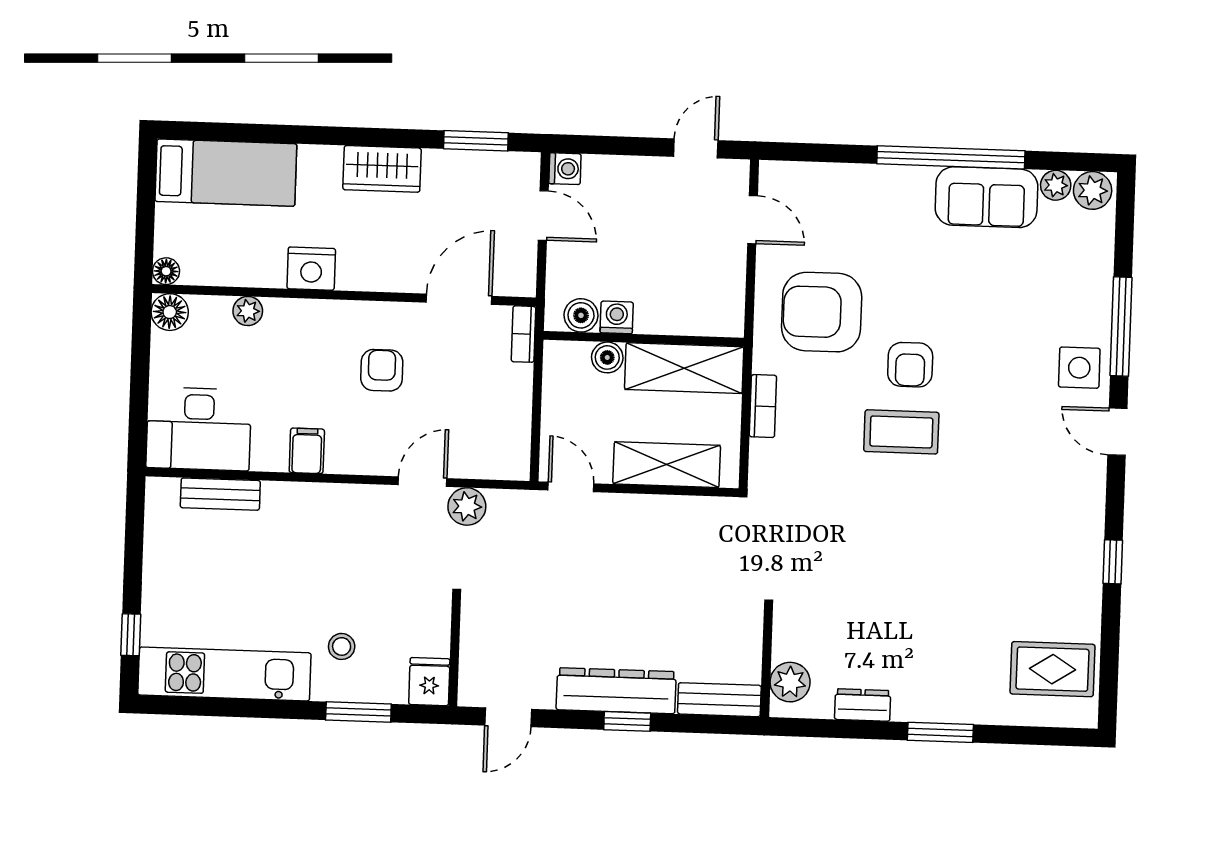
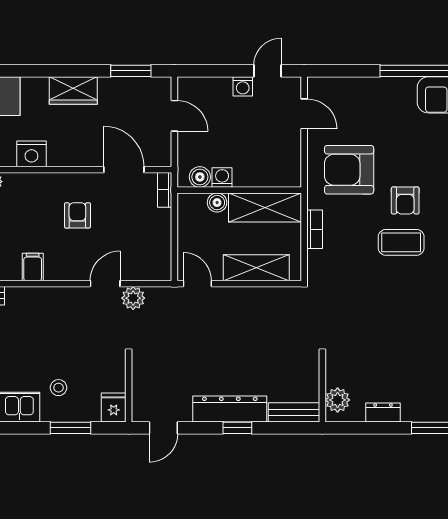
washing machine: (565, 169) -> (243, 86), moved, turned 90
door: (459, 299) -> (124, 170), hinge flipped

